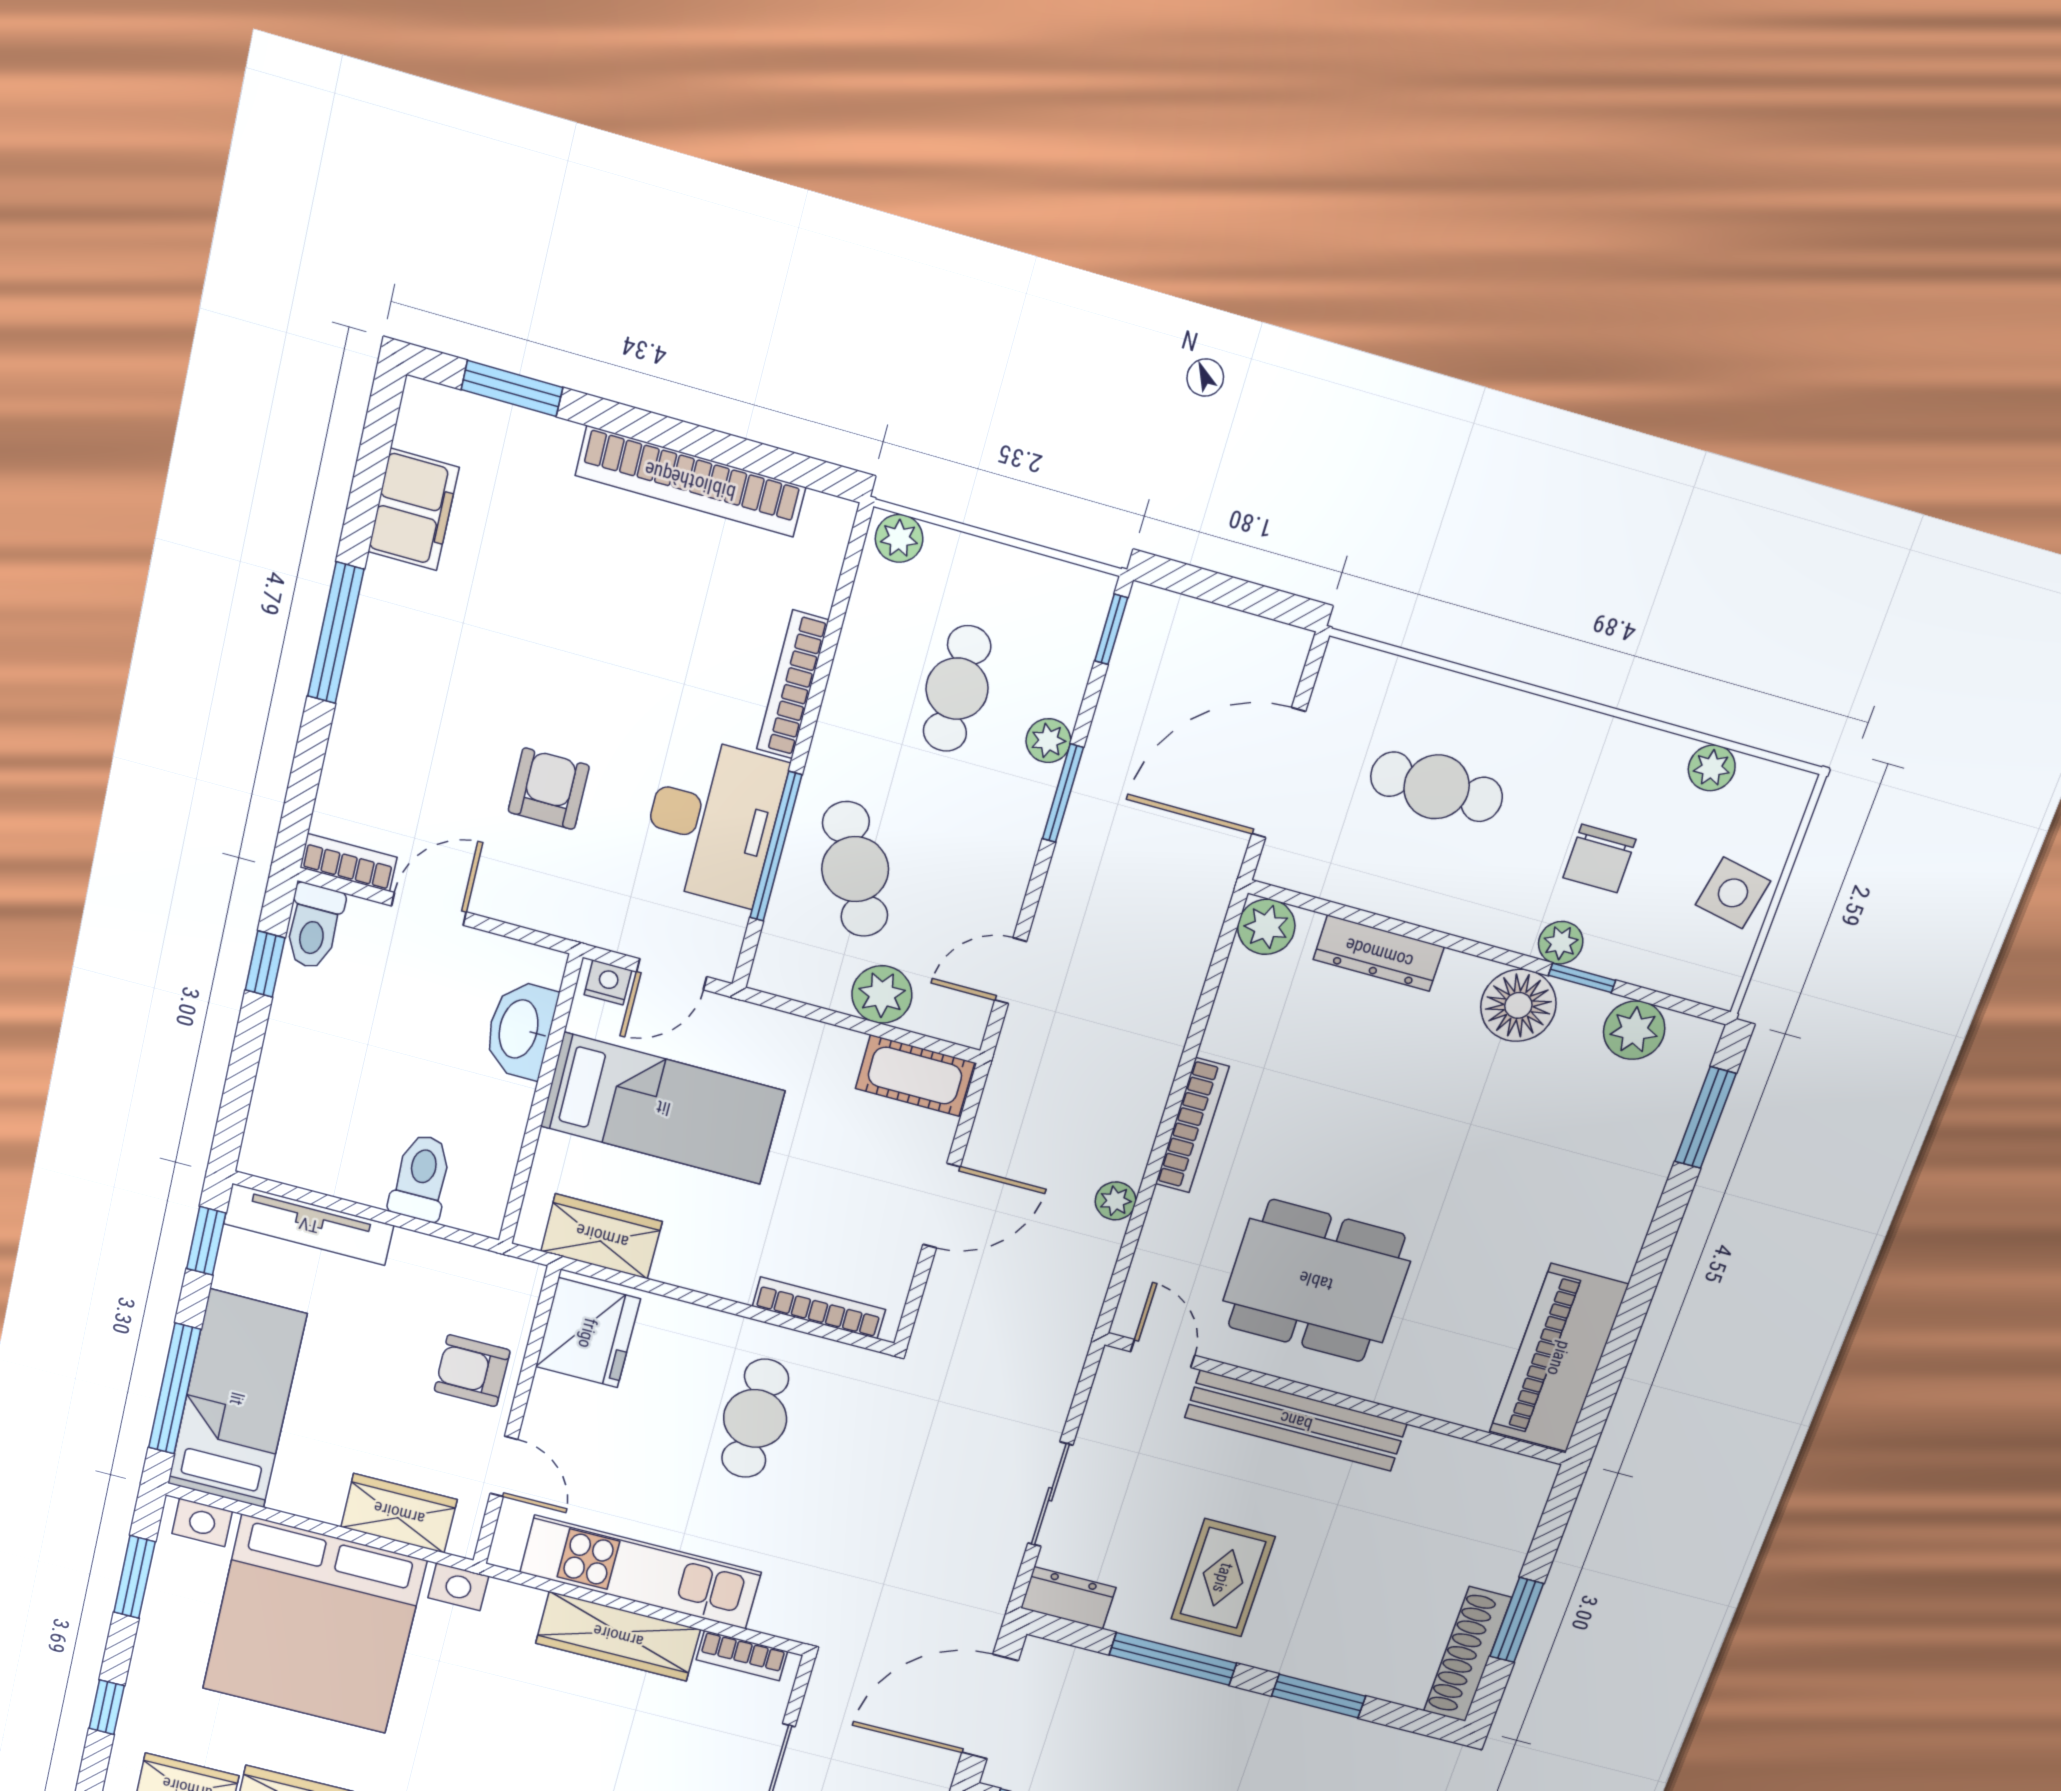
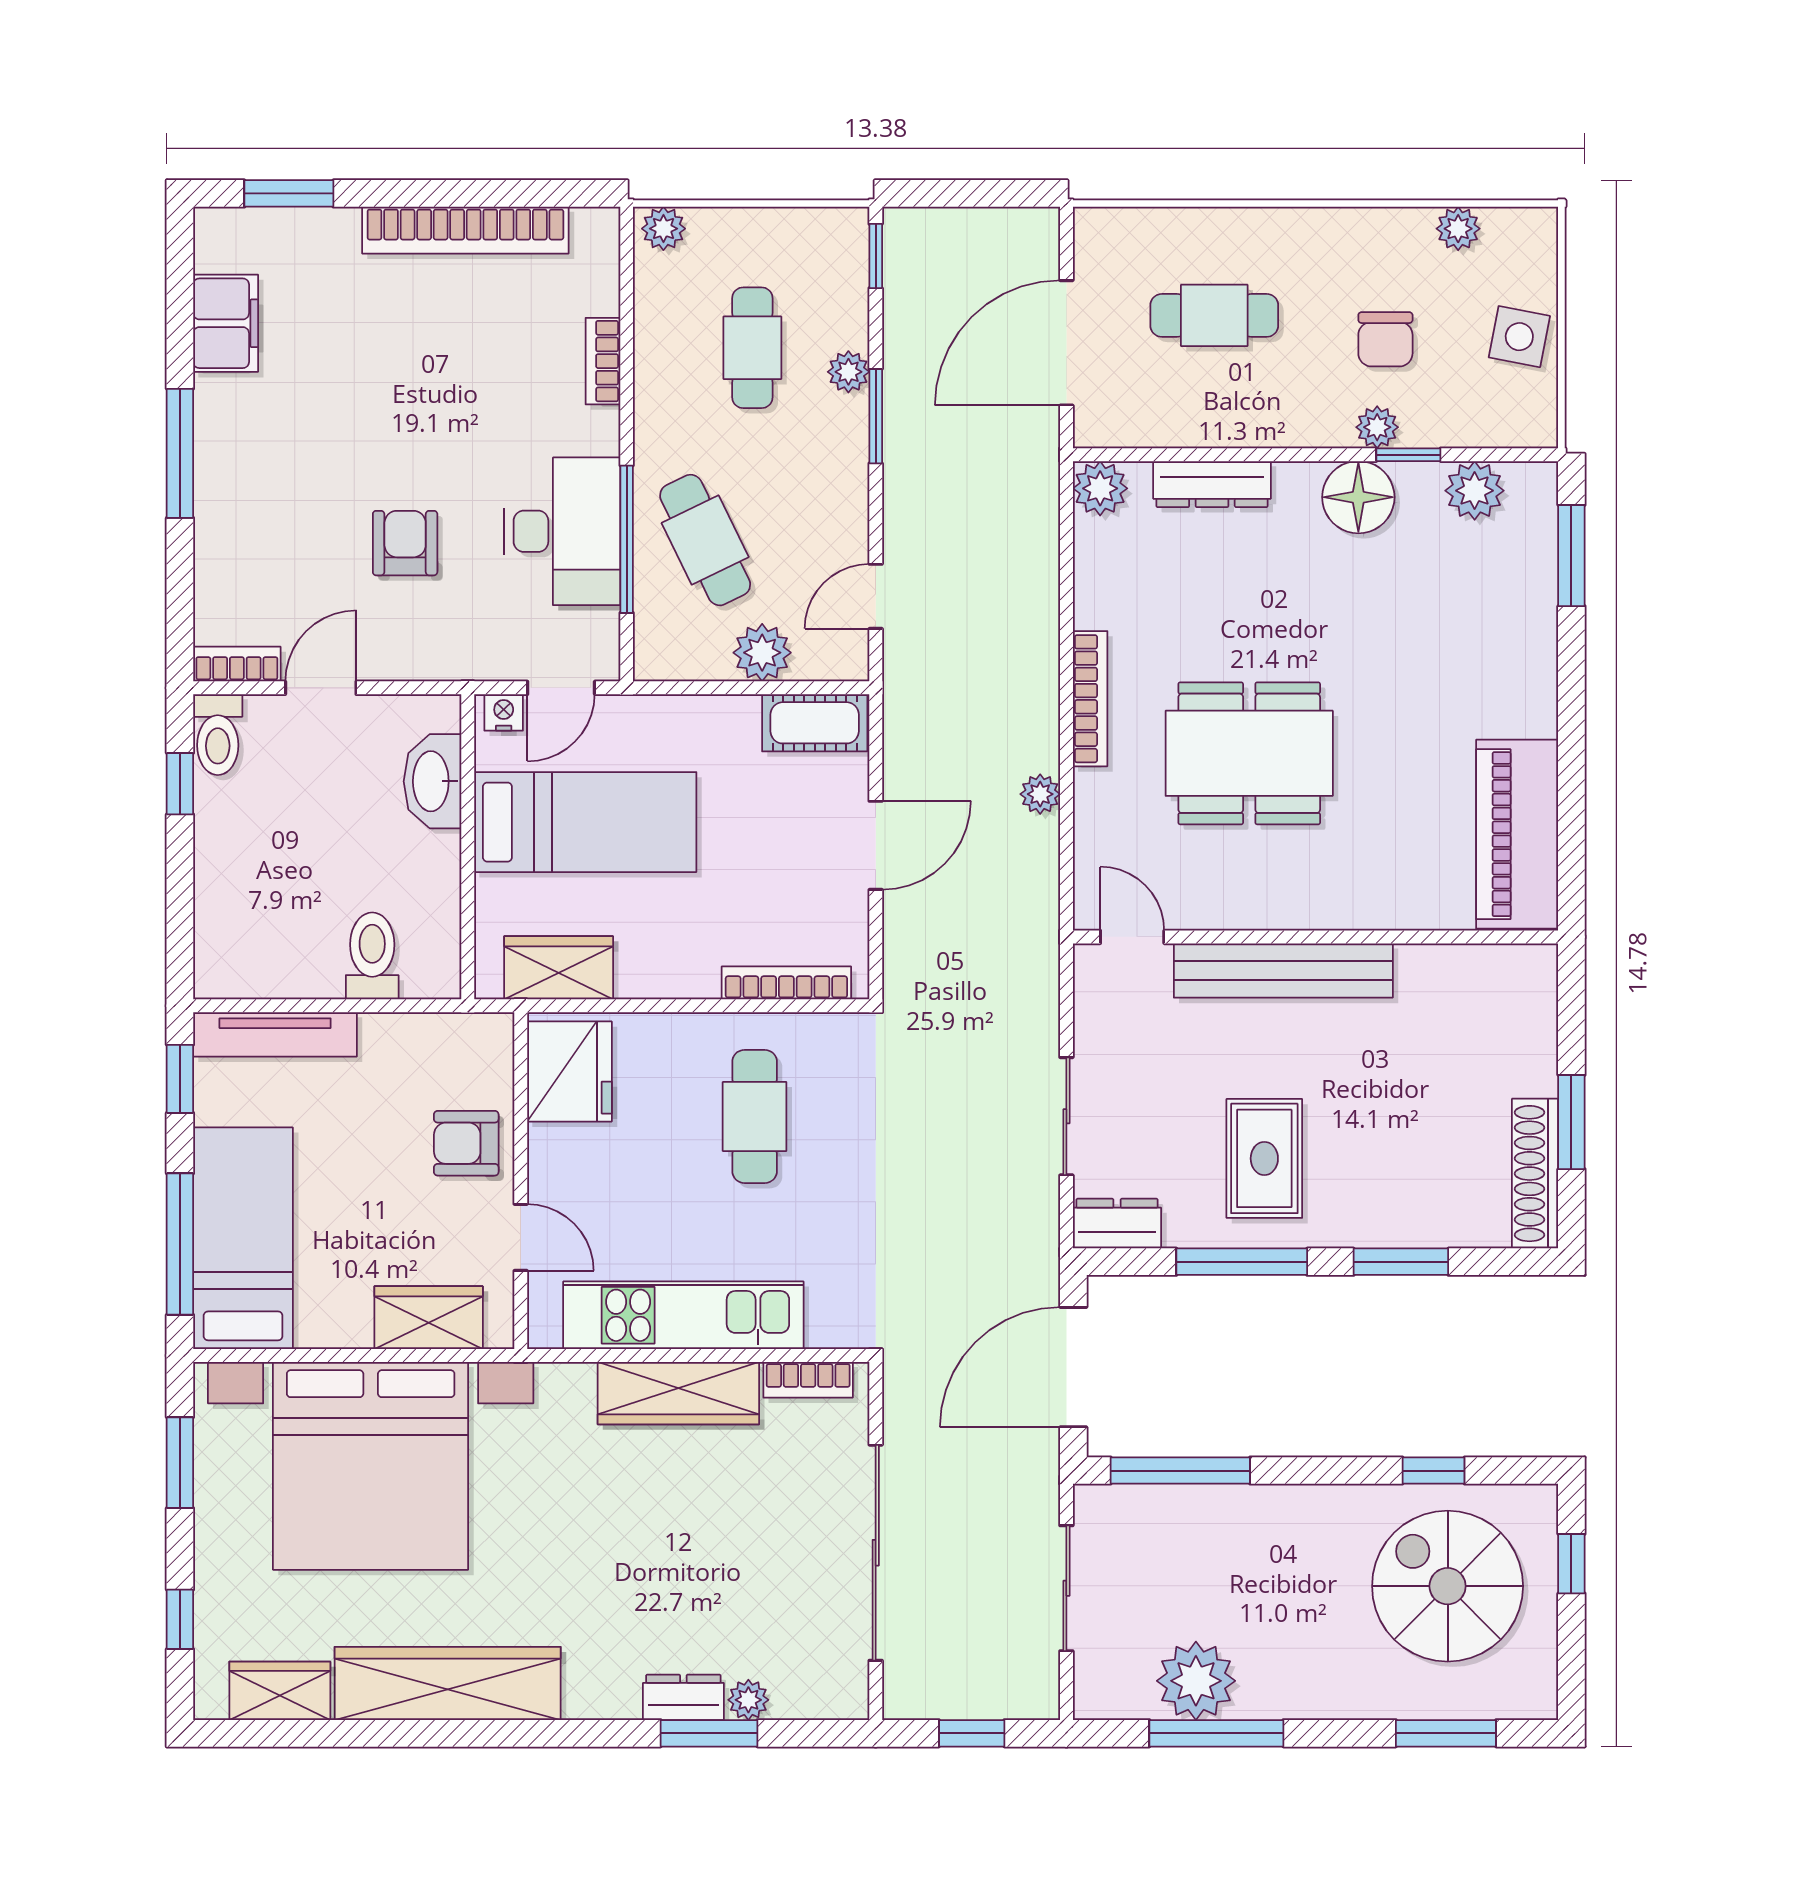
bookcase: (793, 685) -> (603, 361), width x0.64
dining table: (1316, 1281) -> (1249, 753), moved

